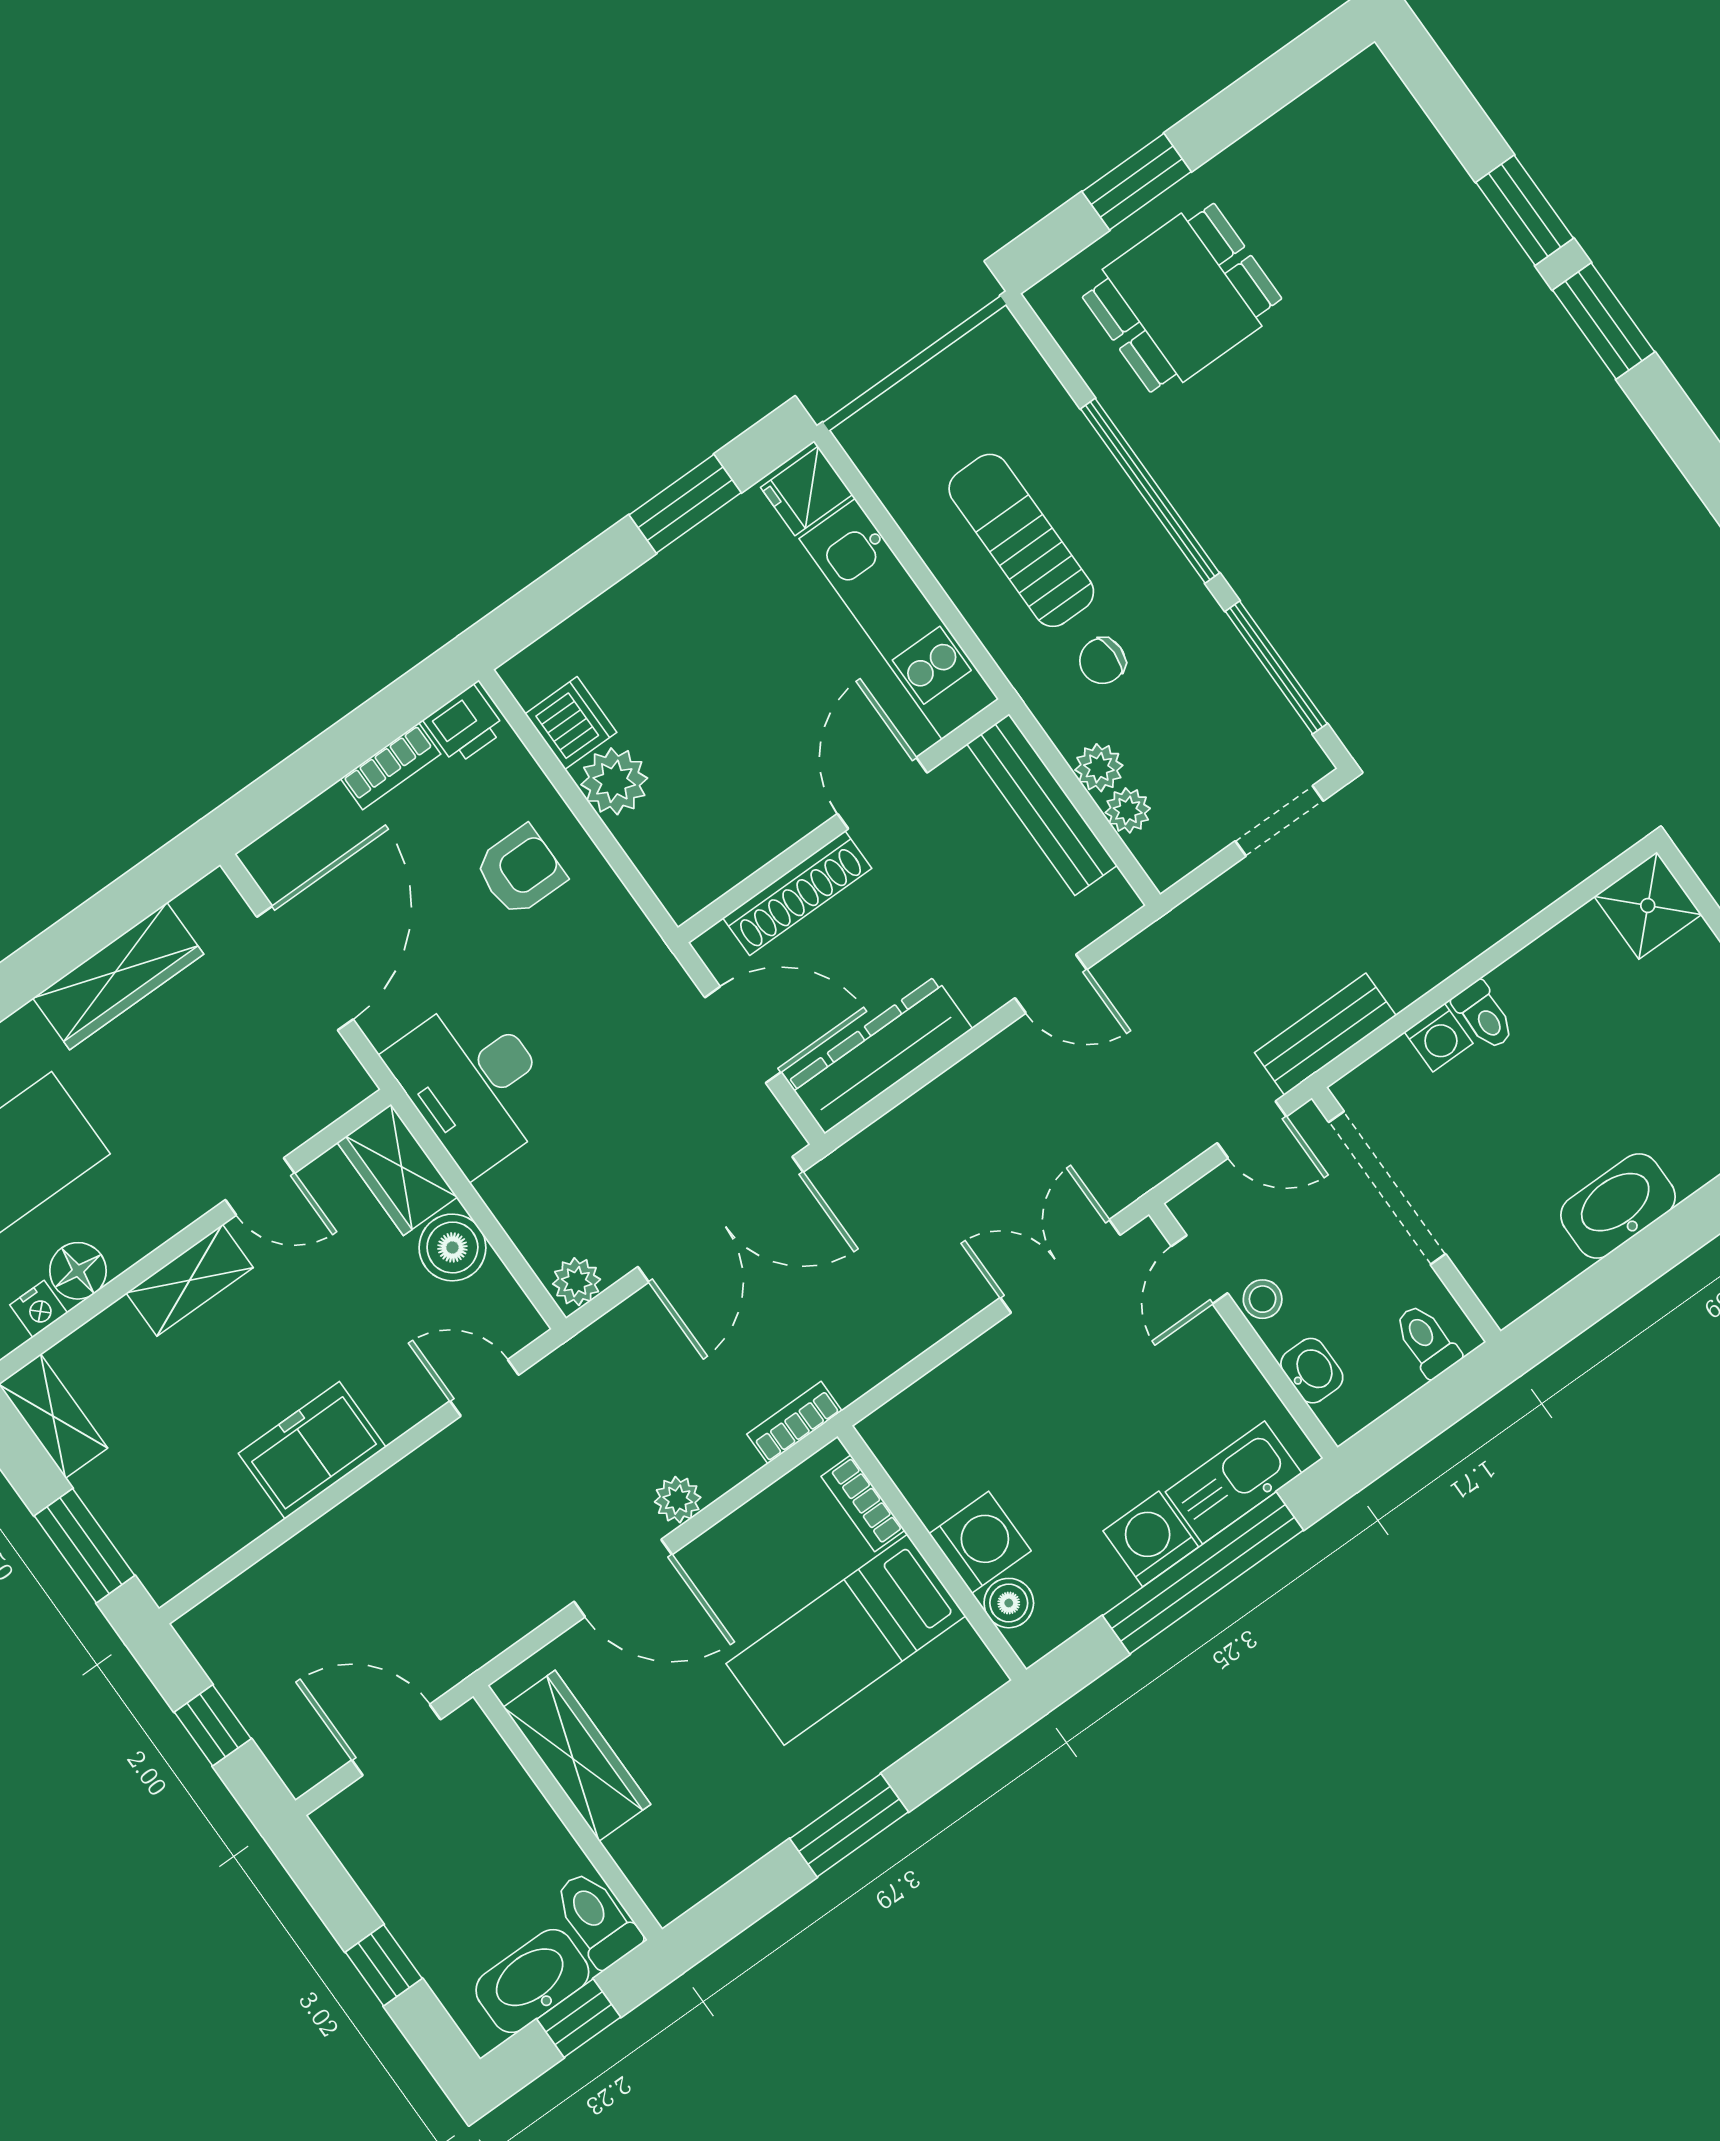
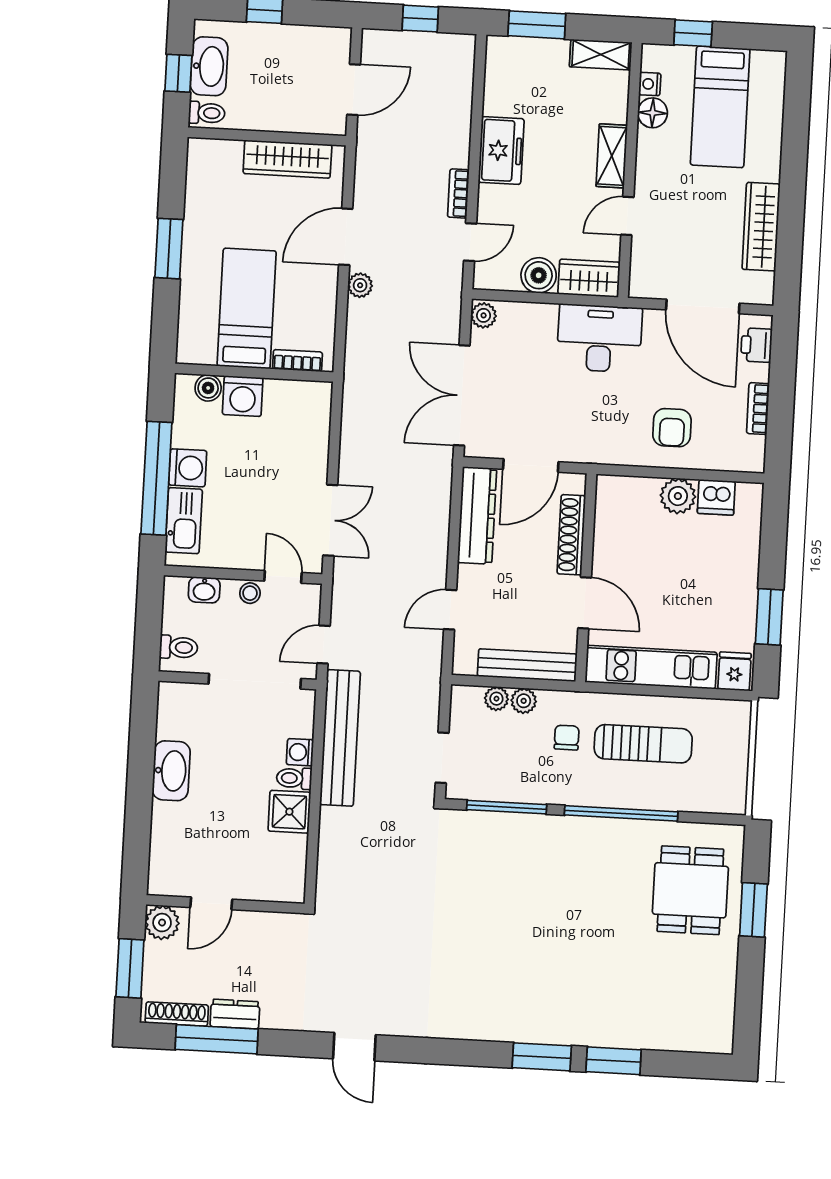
printer: (464, 725) -> (756, 345), moved
shower: (1648, 905) -> (289, 812), moved
bench: (1325, 1034) -> (340, 738), width x1.86, depth x1.21
bookcase: (794, 1423) -> (458, 193), moved, turned 180
toilet: (596, 1919) -> (207, 113), width x0.73, depth x0.72

